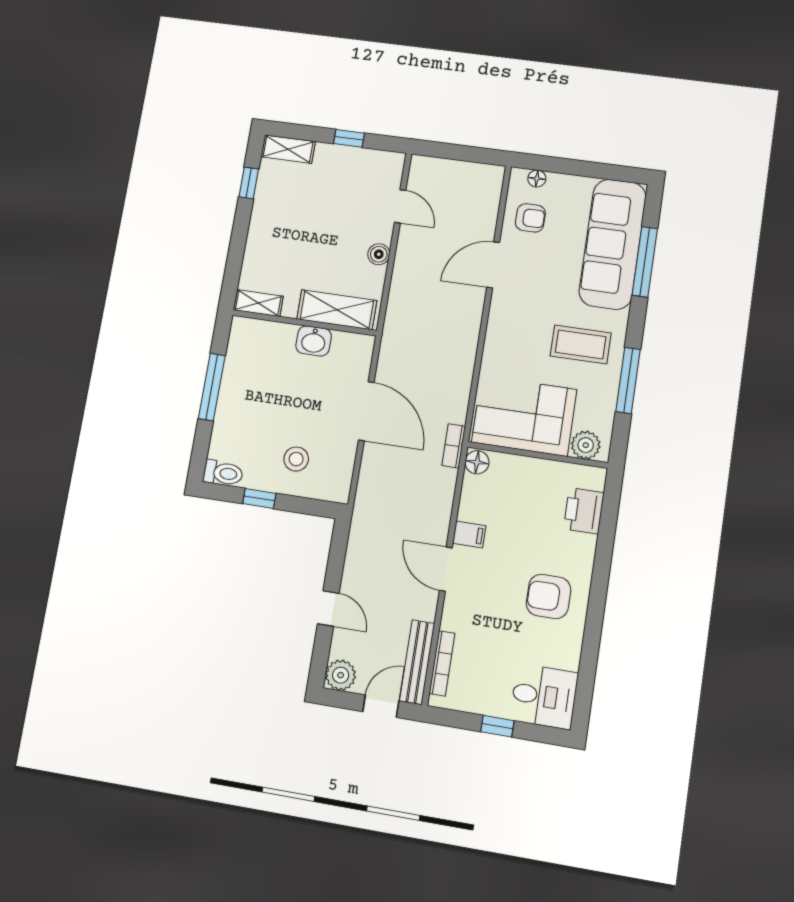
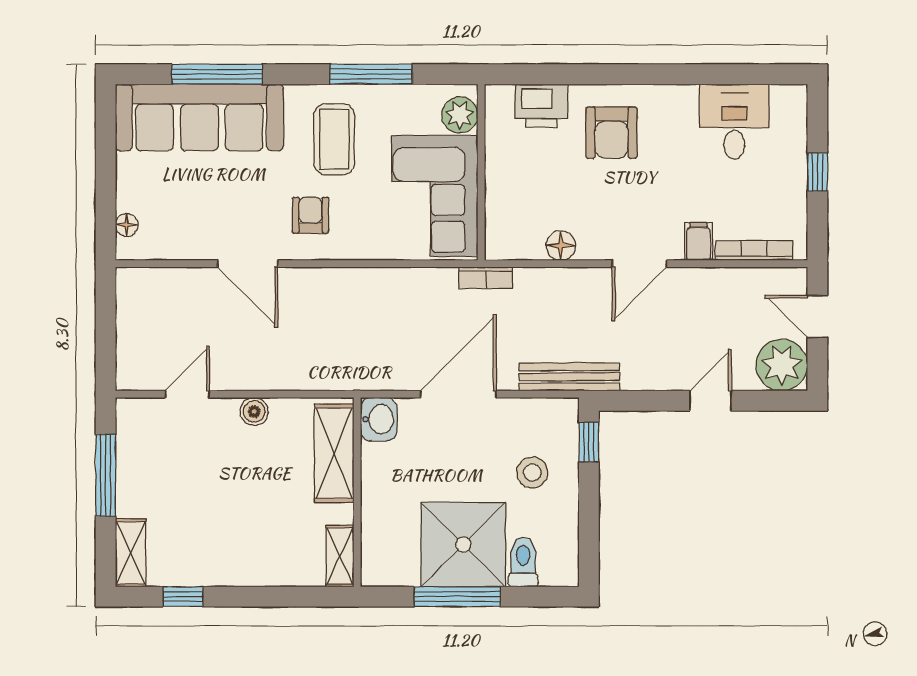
window: (349, 138) -> (106, 475), width x2.17
armchair: (530, 218) -> (310, 215), moved
washbasin: (314, 341) -> (379, 419), moved
shower: (250, 398) -> (463, 545), added
floor lamp: (477, 462) -> (561, 246), moved
toilet: (223, 473) -> (523, 562), moved
window: (259, 499) -> (589, 442), moved
filing cabinet: (469, 534) -> (698, 241), moved
armchair: (549, 596) -> (612, 133), moved
bench: (417, 662) -> (569, 377), moved
plant: (341, 675) -> (782, 365), width x1.36, depth x1.36
desk: (544, 696) -> (734, 122), moved

